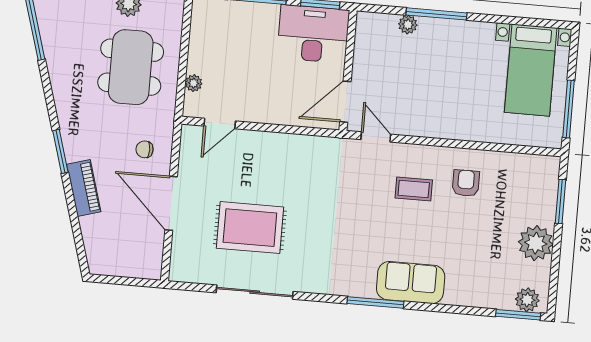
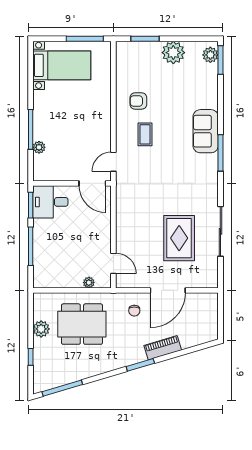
desk: (313, 34) -> (50, 202), width x0.73

